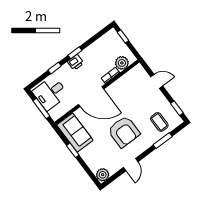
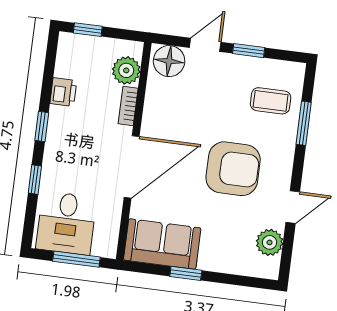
printer: (76, 62) -> (63, 92), moved
floor lamp: (139, 74) -> (169, 61), added
window: (177, 108) -> (249, 51), moved
door: (131, 165) -> (293, 207), hinge flipped
plant: (103, 175) -> (270, 242), moved

